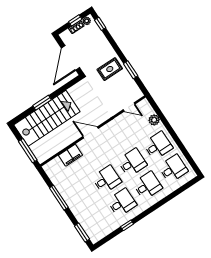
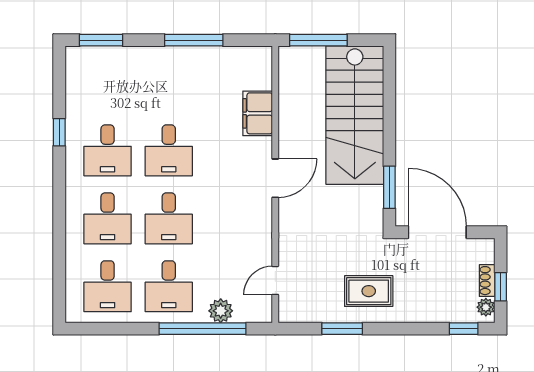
rug: (110, 69) -> (369, 291), turned 90
window: (42, 103) -> (389, 187), moved
window: (165, 122) -> (202, 329), added

